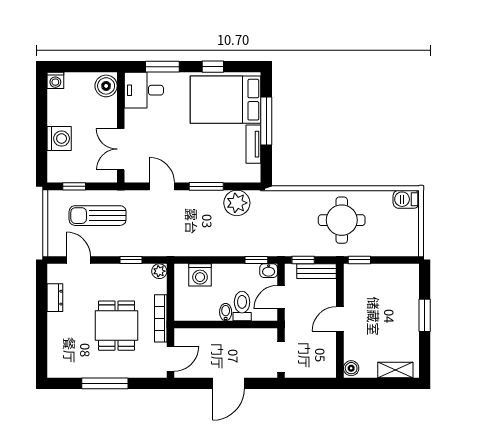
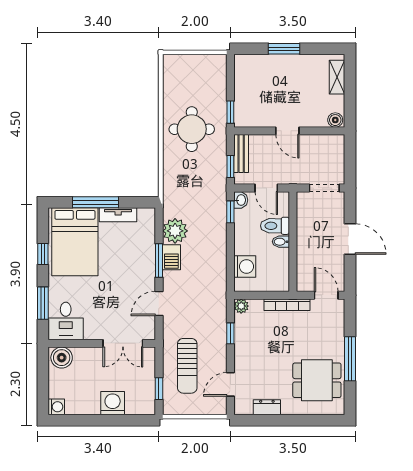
barbecue: (406, 199) -> (171, 257), moved
dining table: (117, 326) -> (317, 380), moved

